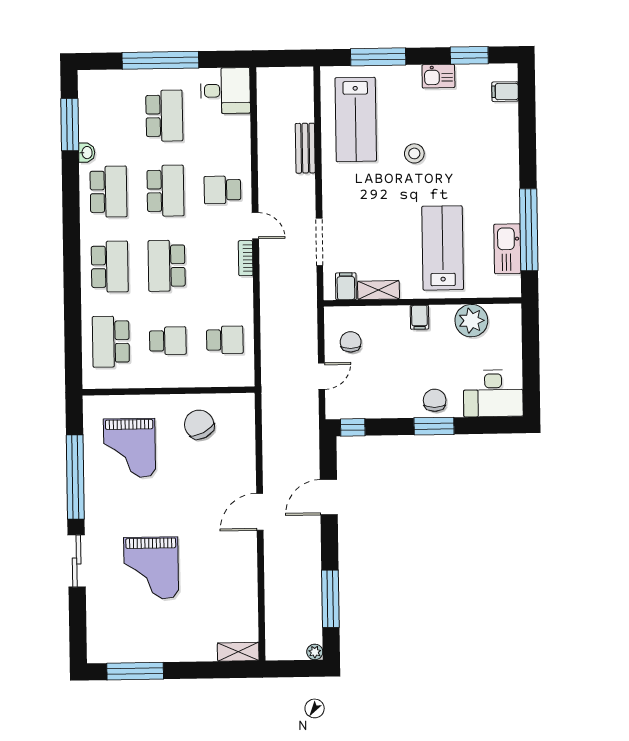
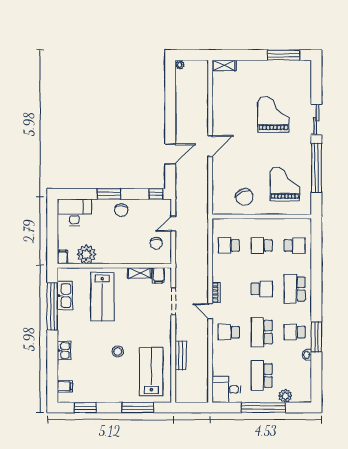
kitchen sink: (438, 76) -> (64, 351), moved, turned 90
plant: (123, 81) -> (285, 396), added
window: (70, 125) -> (316, 337), moved
school desk: (222, 190) -> (229, 332), turned 180
school desk: (109, 192) -> (295, 332), width x0.54
school desk: (167, 266) -> (262, 289), width x0.54
filing cabinet: (419, 317) -> (63, 257), moved
school desk: (111, 342) -> (295, 246), width x0.54
chair: (435, 400) -> (121, 210), moved
window: (330, 599) -> (170, 95), removed

